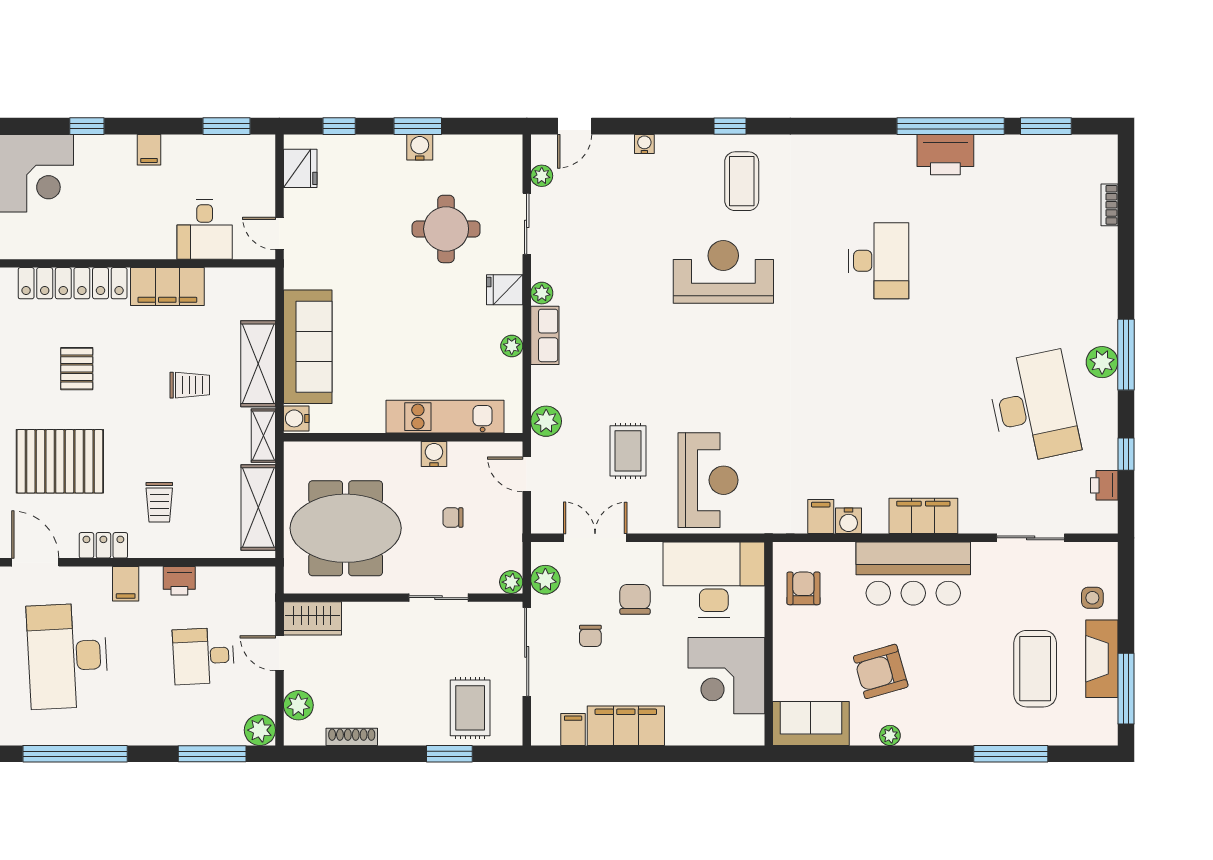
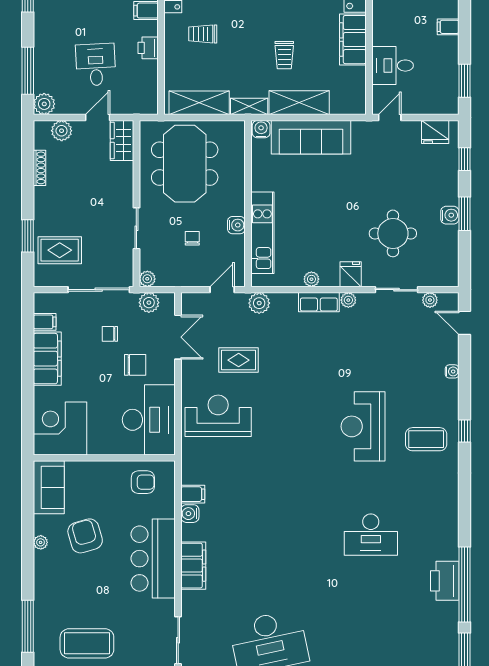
reception desk: (723, 272) -> (363, 426), turned 180
reception desk: (708, 480) -> (218, 416), turned 180
corner desk: (726, 676) -> (60, 428), moved

